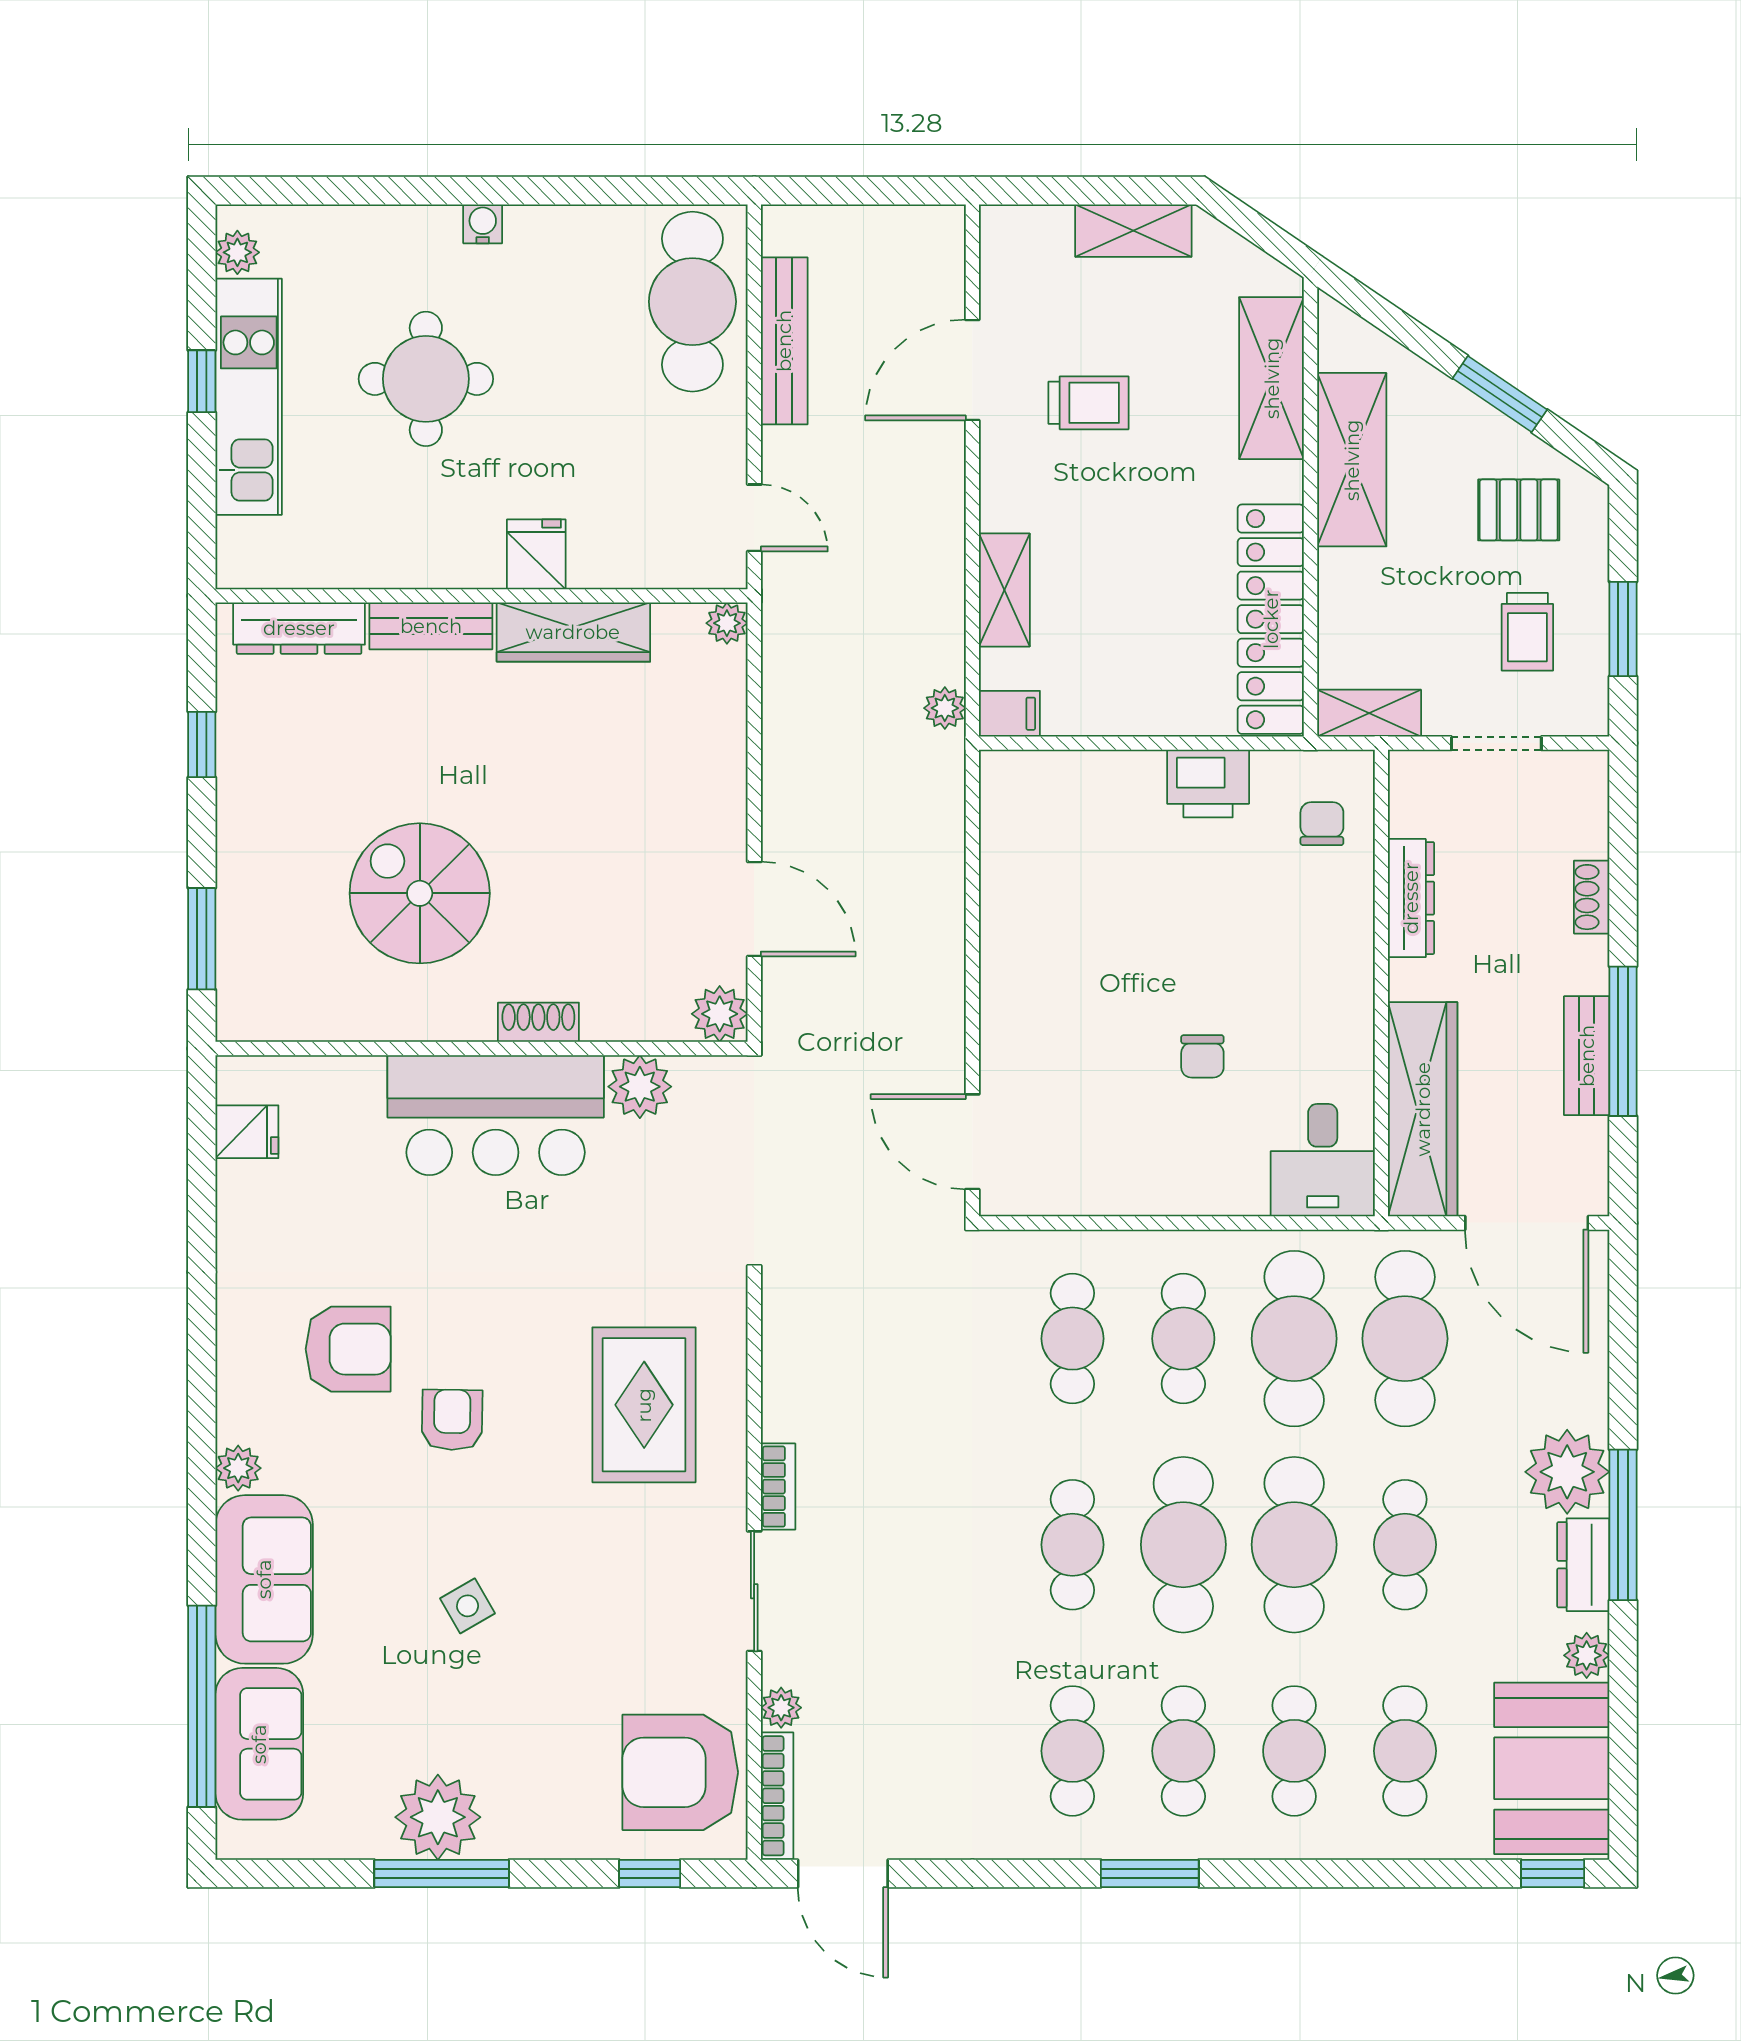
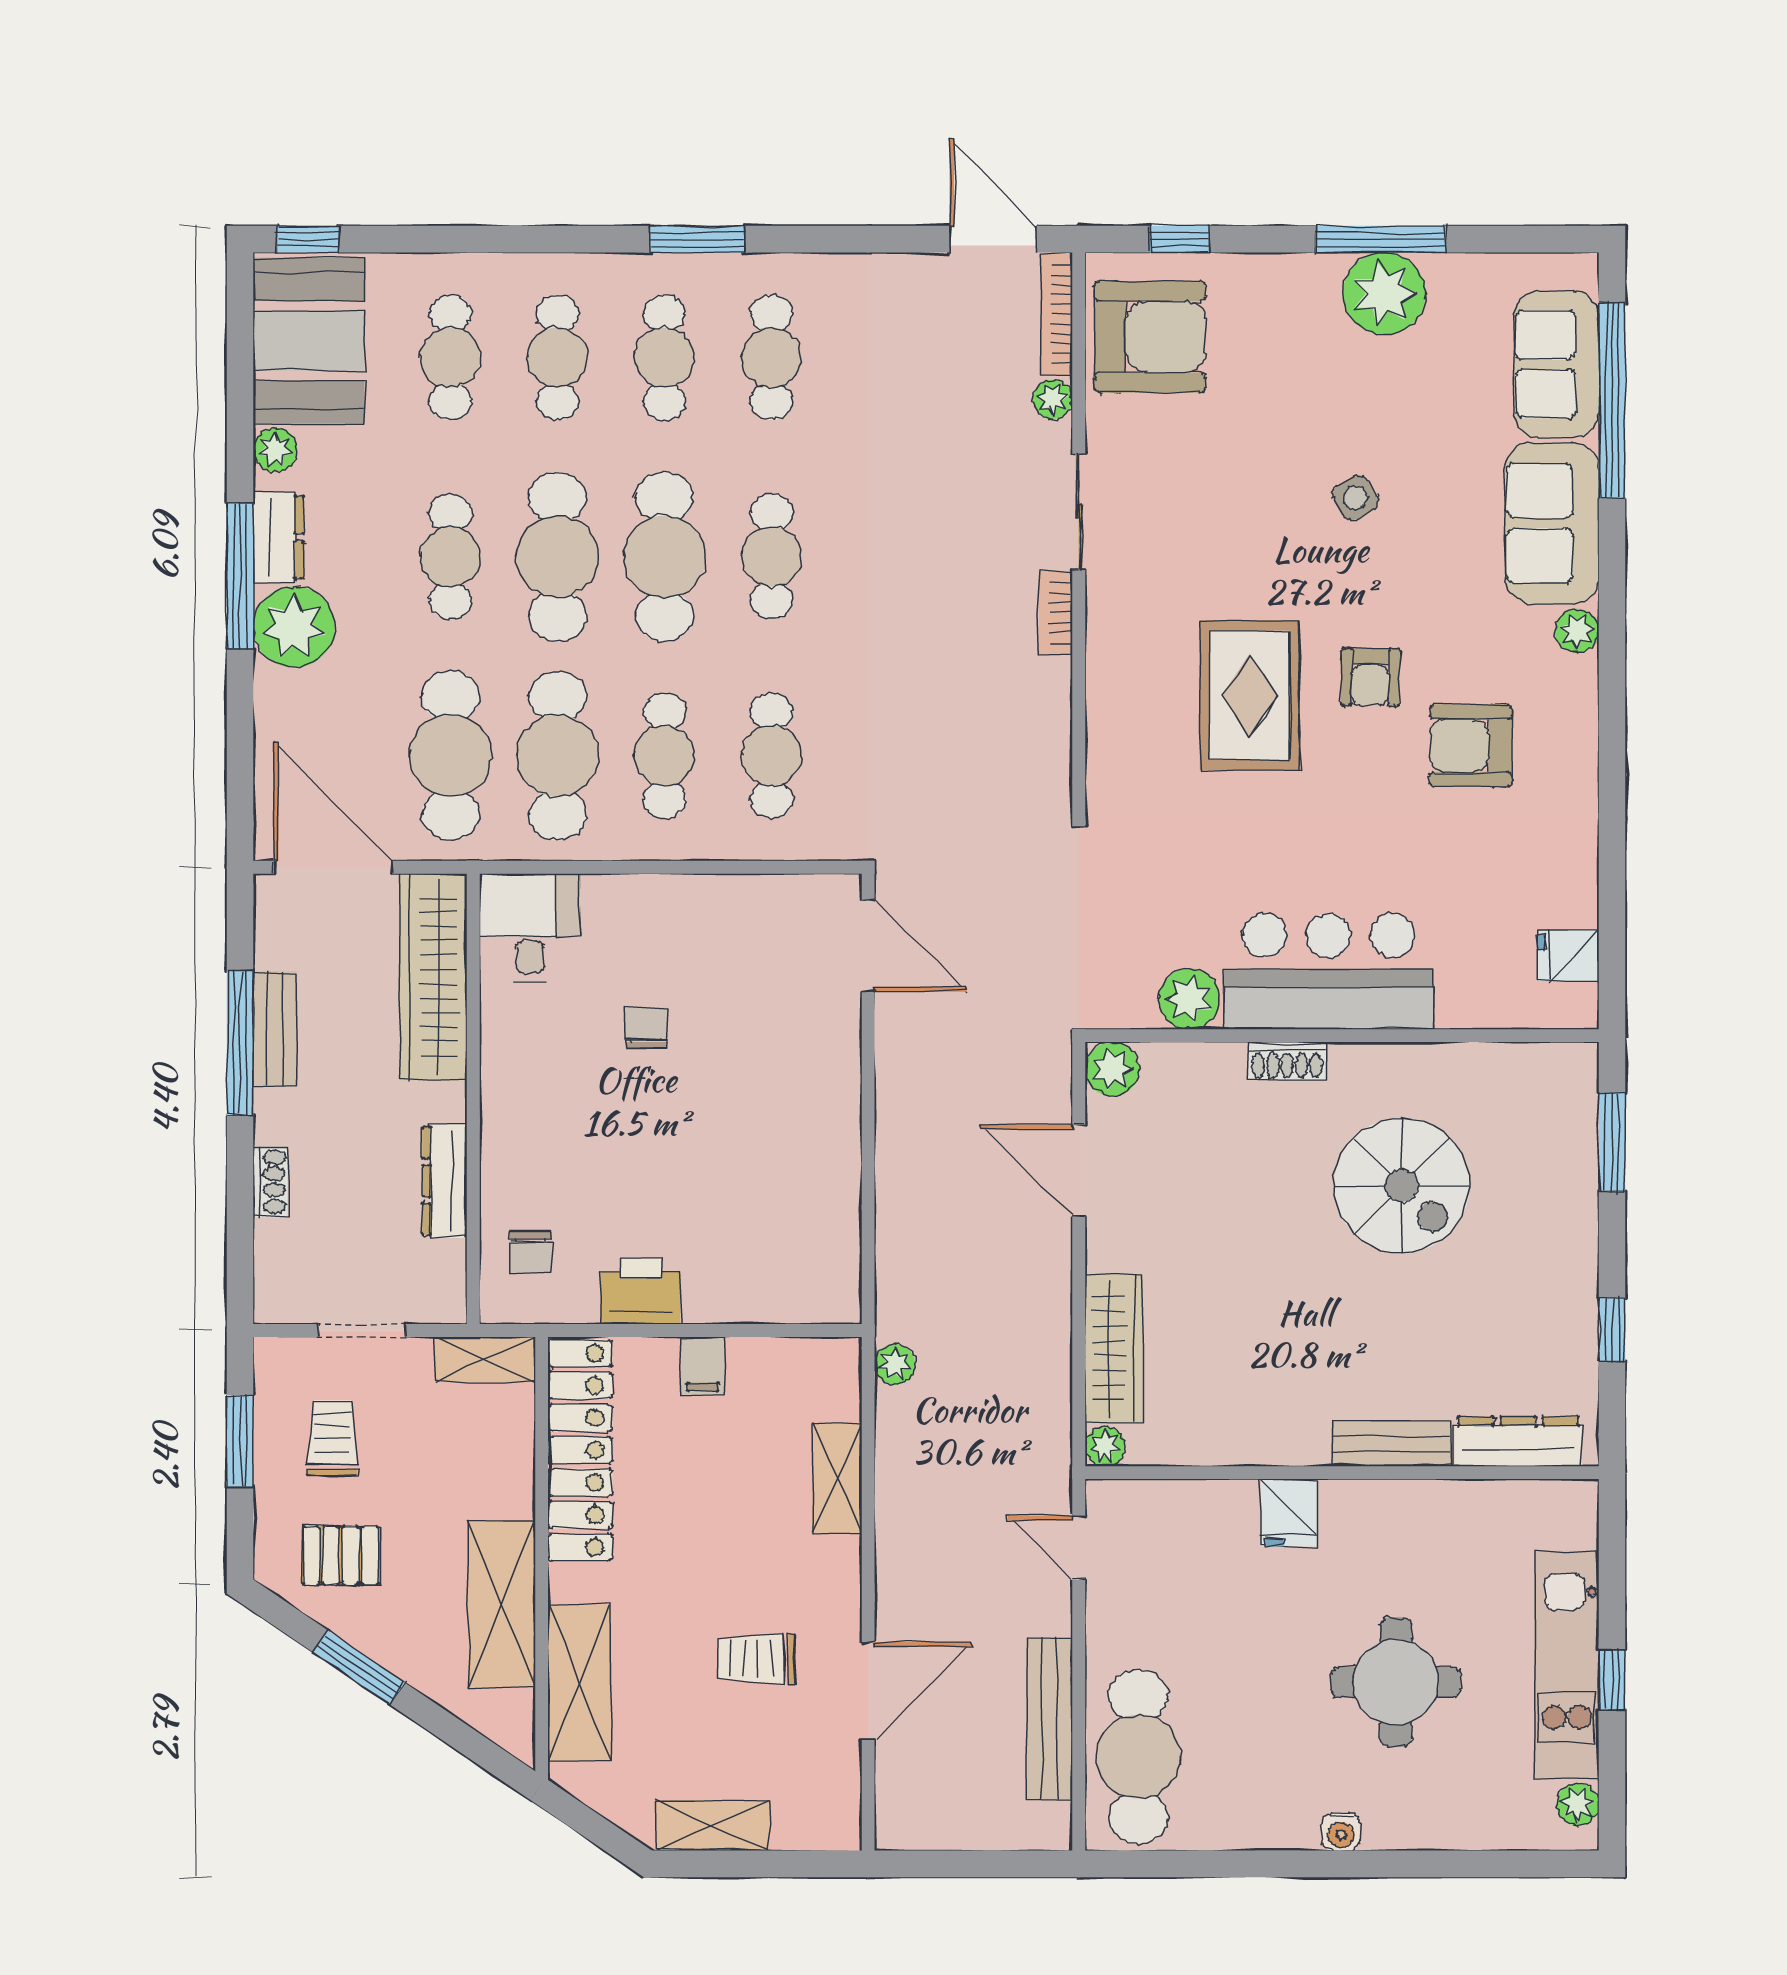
wardrobe: (573, 632) -> (1114, 1348), moved, turned 90
filing cabinet: (1009, 714) -> (703, 1366), moved, turned -90
rug: (644, 1405) -> (1250, 695), moved

